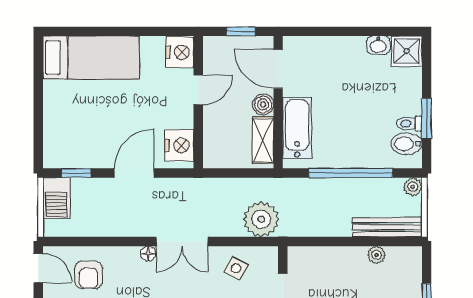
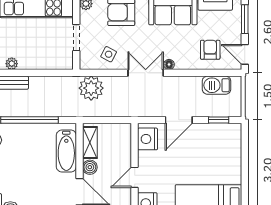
barbecue: (56, 198) -> (216, 85), moved, turned -90

